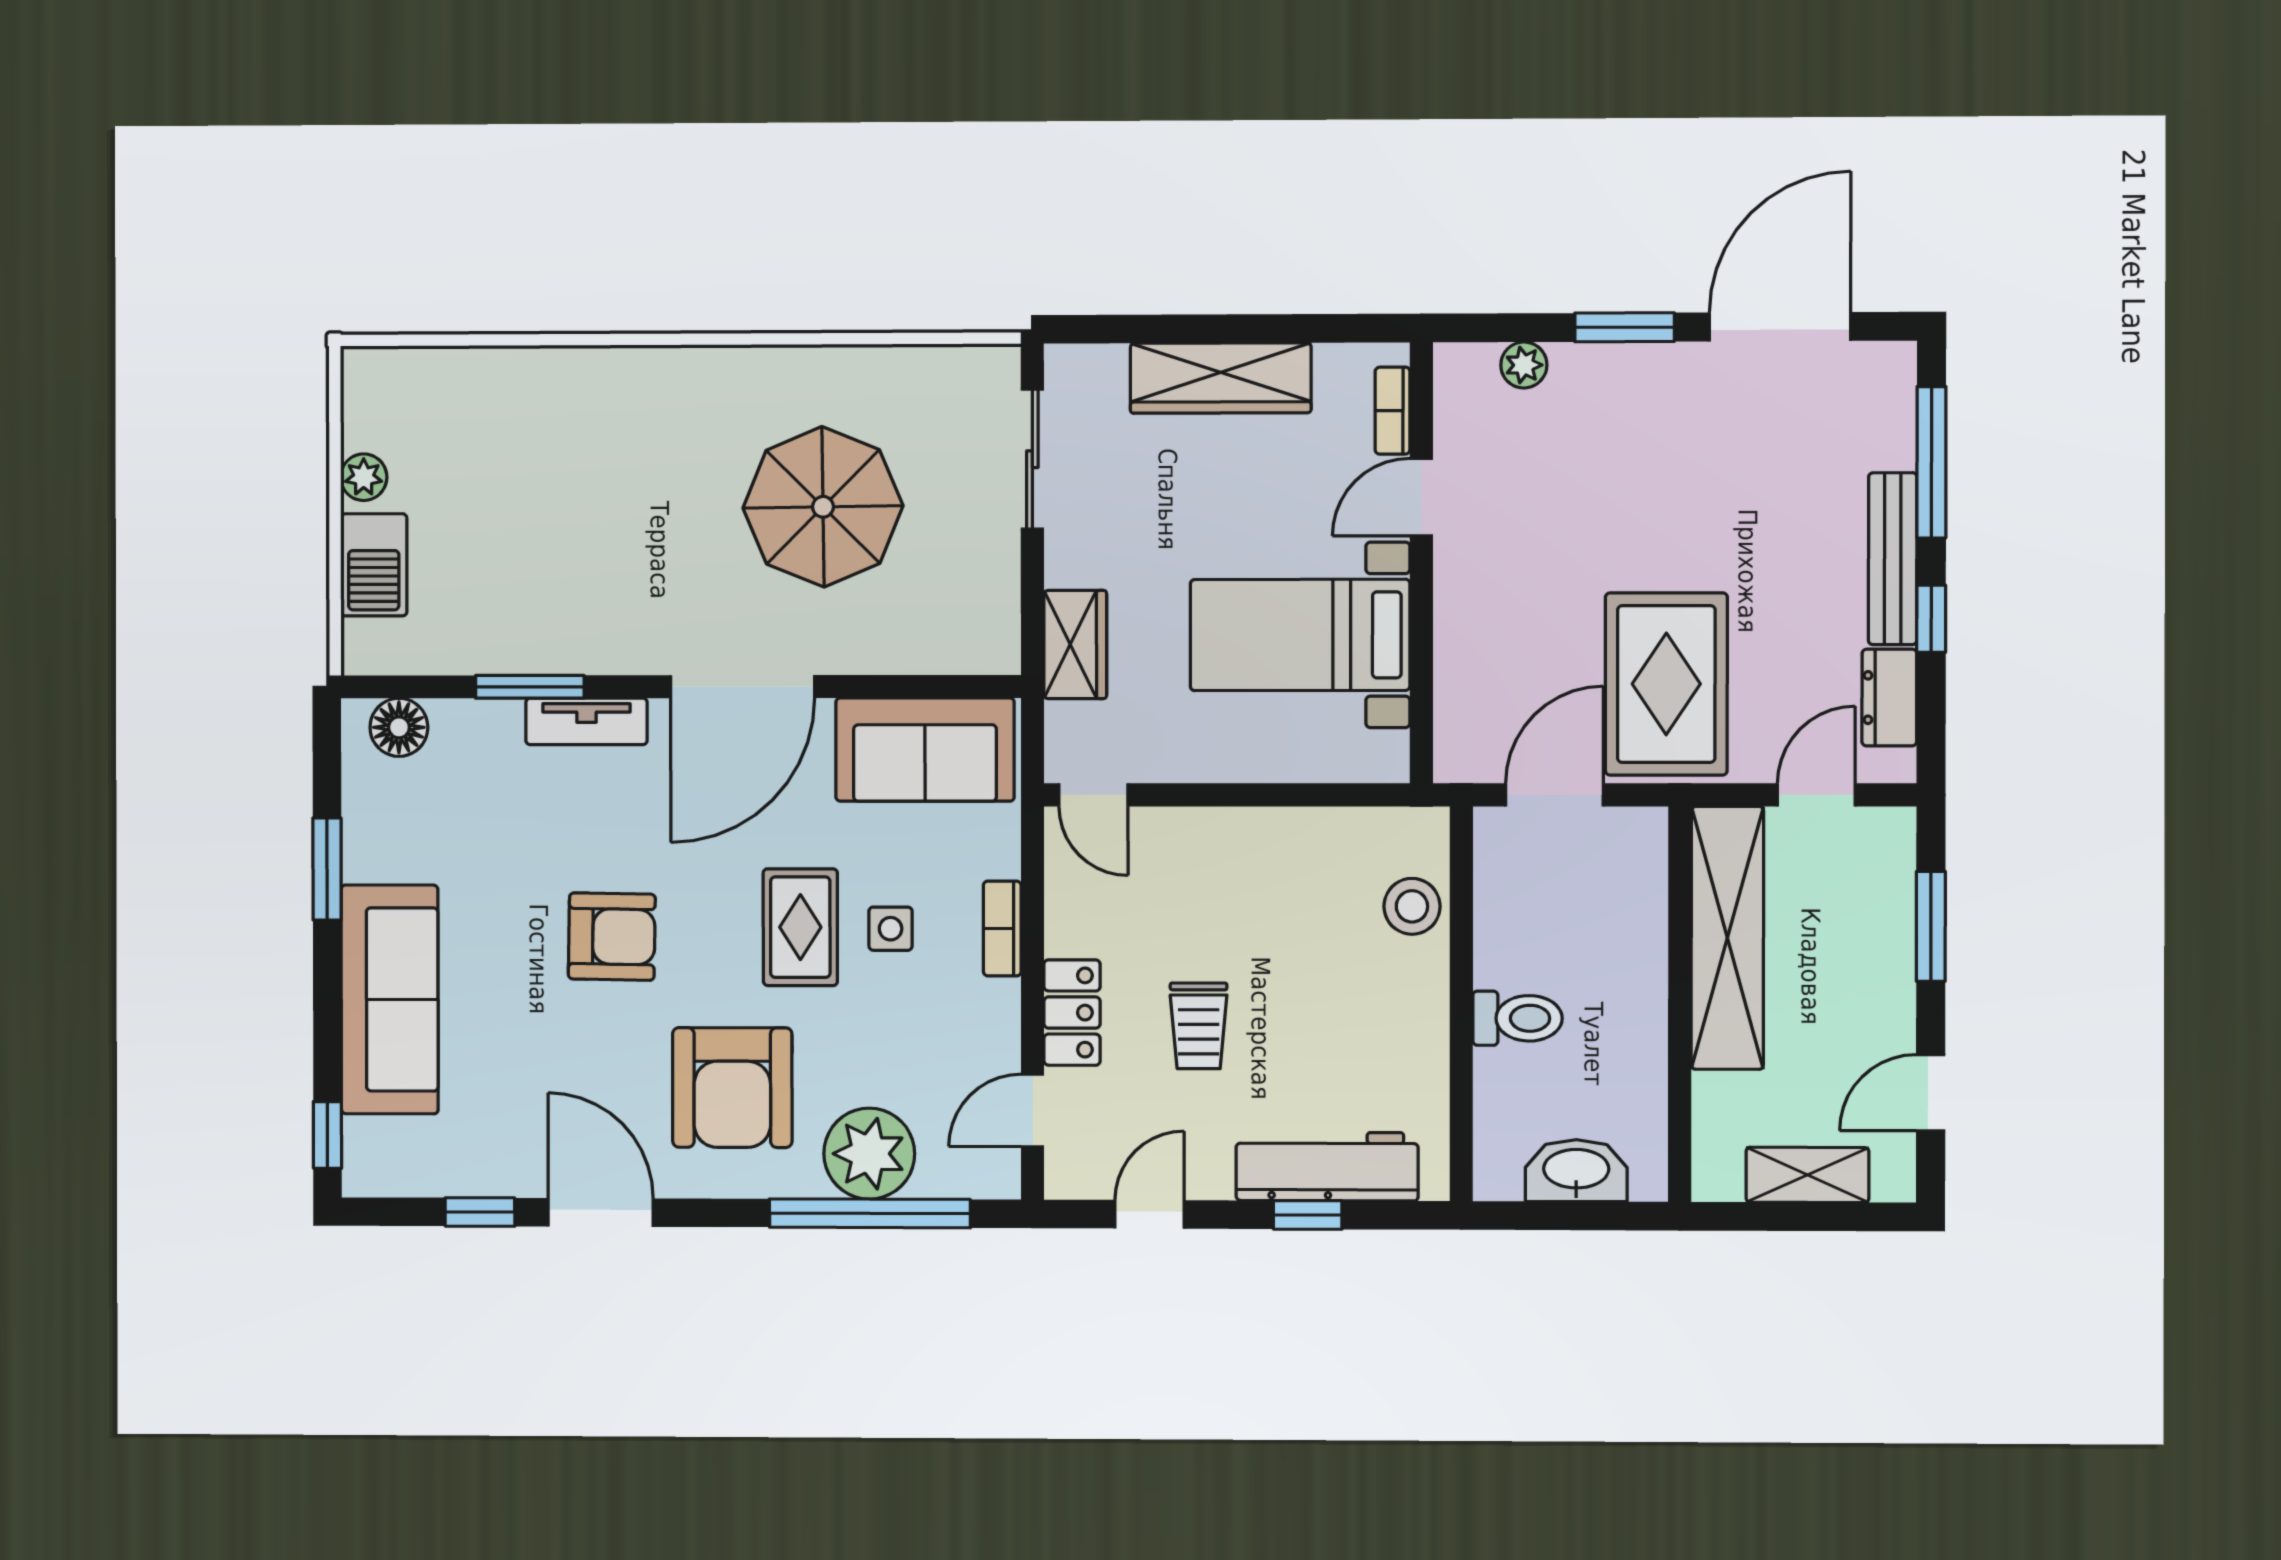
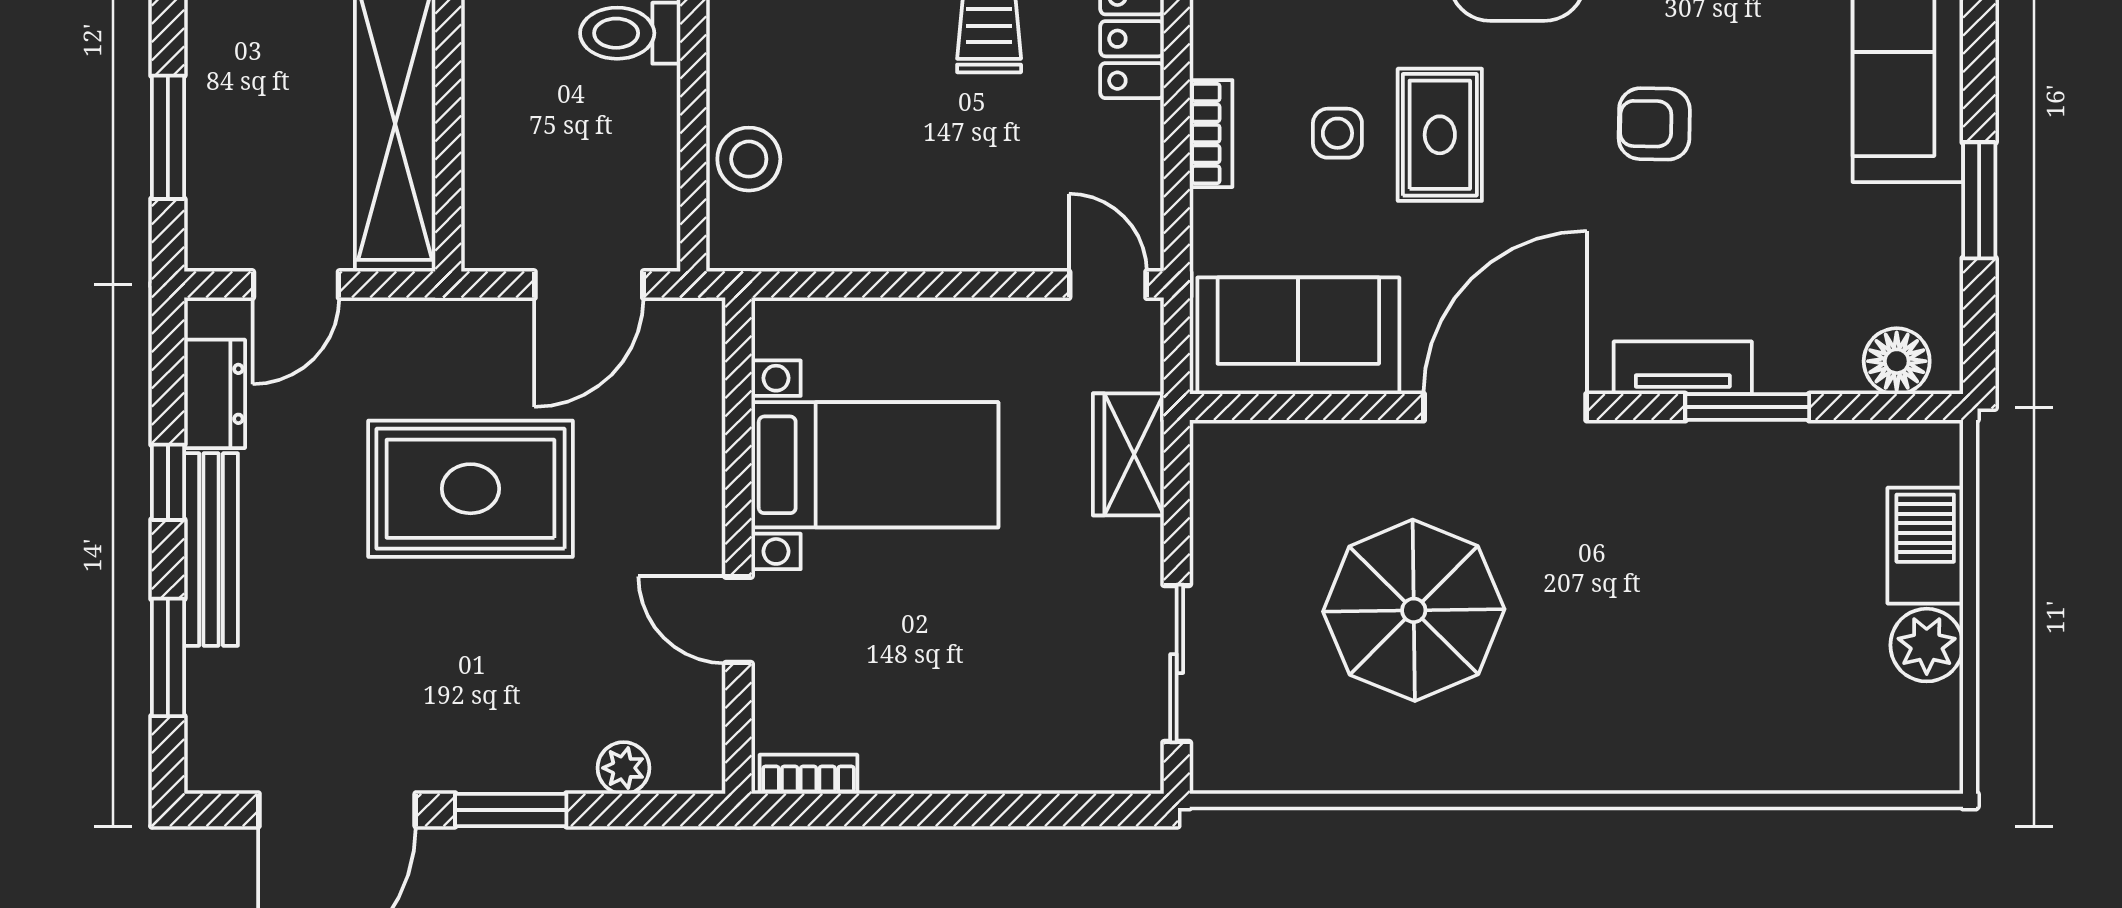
wardrobe: (1221, 378) -> (964, 754), removed
bookcase: (1393, 411) -> (808, 774), moved, turned -90
window: (1931, 462) -> (168, 657), width x0.69
plant: (364, 477) -> (1927, 645), width x1.38, depth x1.38
door: (1421, 497) -> (738, 620), swing flipped
rug: (1666, 684) -> (470, 489), moved, turned 90
armchair: (612, 937) -> (1654, 124), width x0.72, depth x0.72

